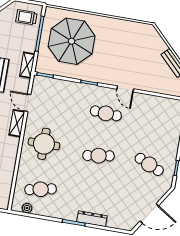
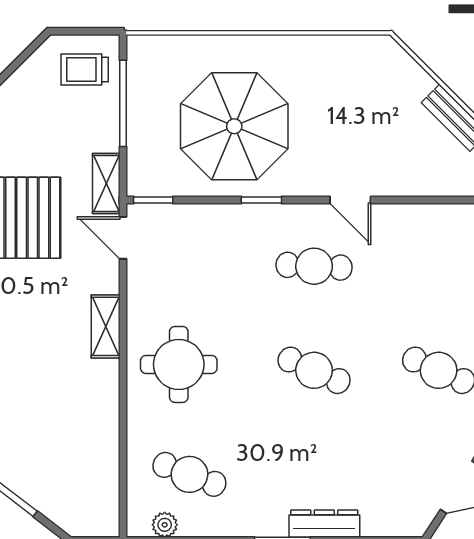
parasol: (72, 41) -> (234, 126), moved
door: (28, 103) -> (123, 238), moved
cafe table: (99, 156) -> (314, 370), turned 33
cafe table: (41, 189) -> (189, 474), turned 33

